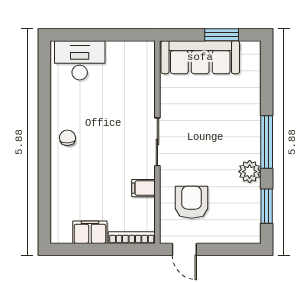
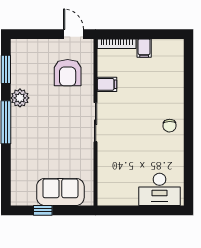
window: (222, 35) -> (43, 210), width x0.67
sofa: (200, 57) -> (60, 192), width x0.73
filing cabinet: (90, 232) -> (144, 48), width x0.50

